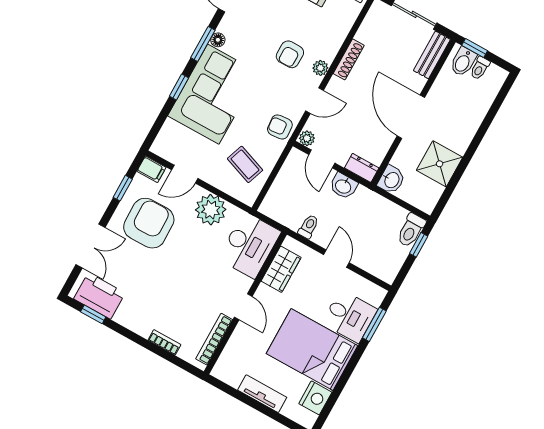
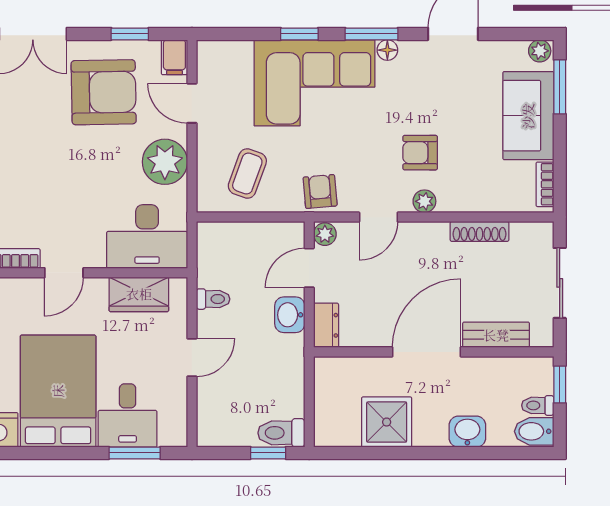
bench: (432, 55) -> (496, 335), moved
shoe rack: (349, 59) -> (480, 231), moved
bidet: (463, 62) -> (534, 431), moved
door: (315, 101) -> (378, 217), hinge flipped
washbasin: (391, 180) -> (467, 432), moved, turned 180

